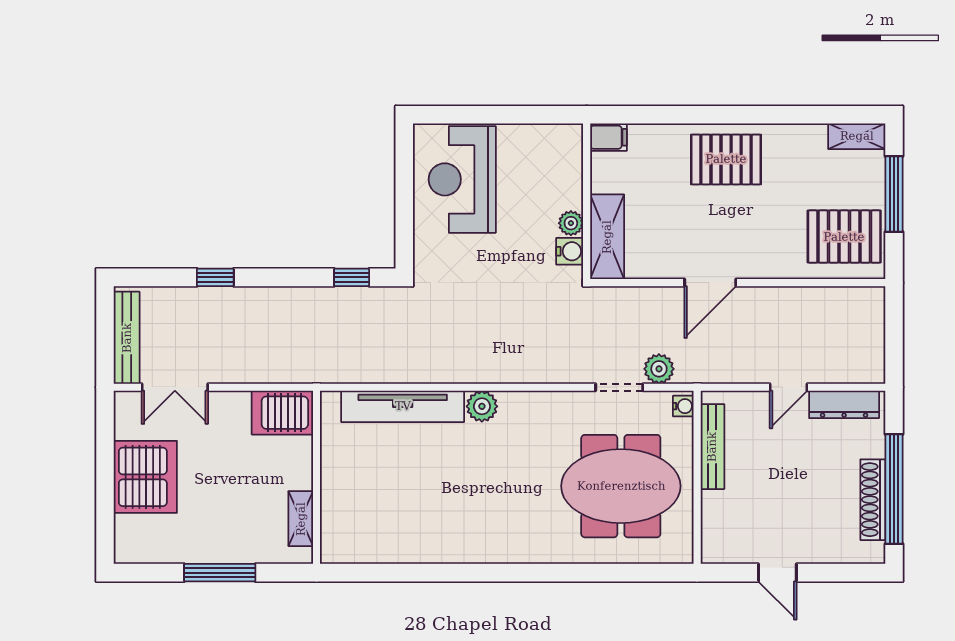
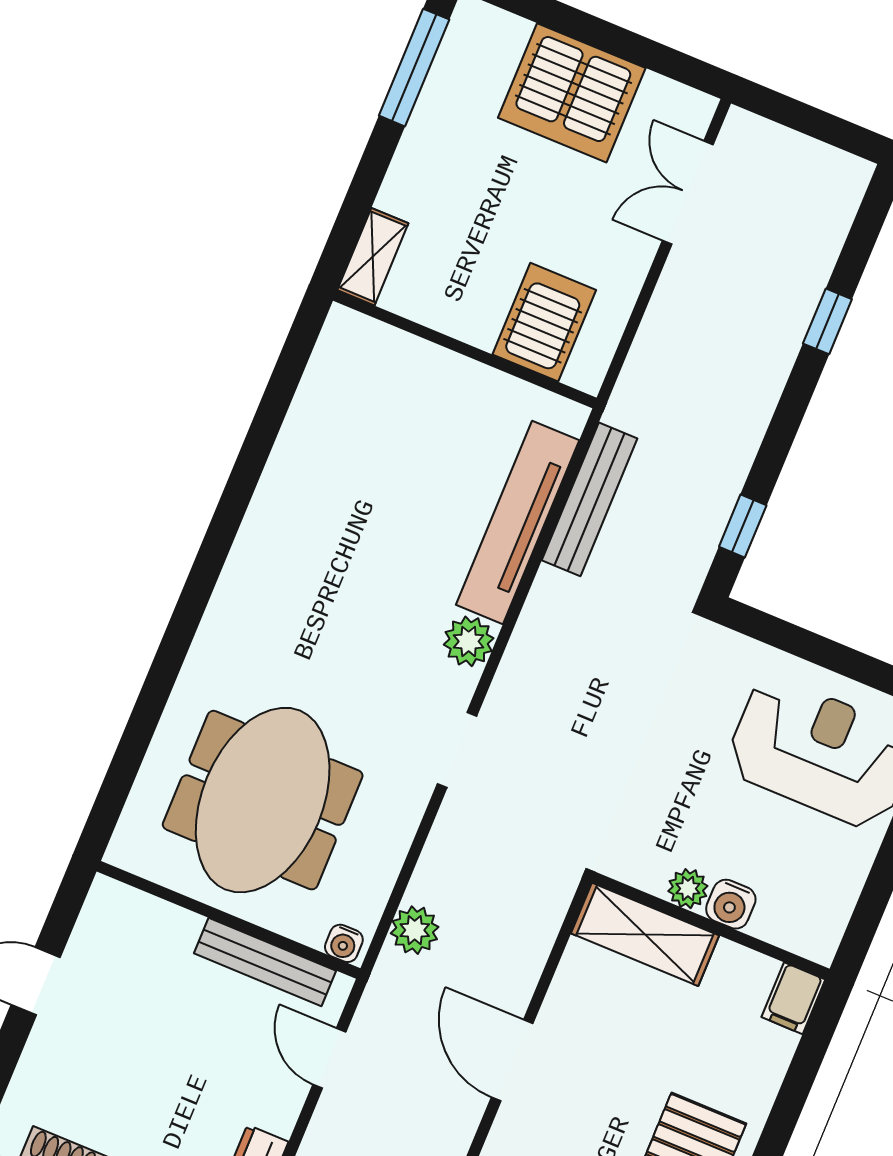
water cooler: (570, 251) -> (731, 904), moved
bench: (127, 338) -> (590, 499), moved, turned 90
doorway: (619, 387) -> (457, 750), moved
door: (789, 387) -> (329, 1058), moved
server rack: (282, 413) -> (544, 322), moved
shelving: (301, 519) -> (373, 257), moved, turned 90
window: (220, 573) -> (414, 68), moved

